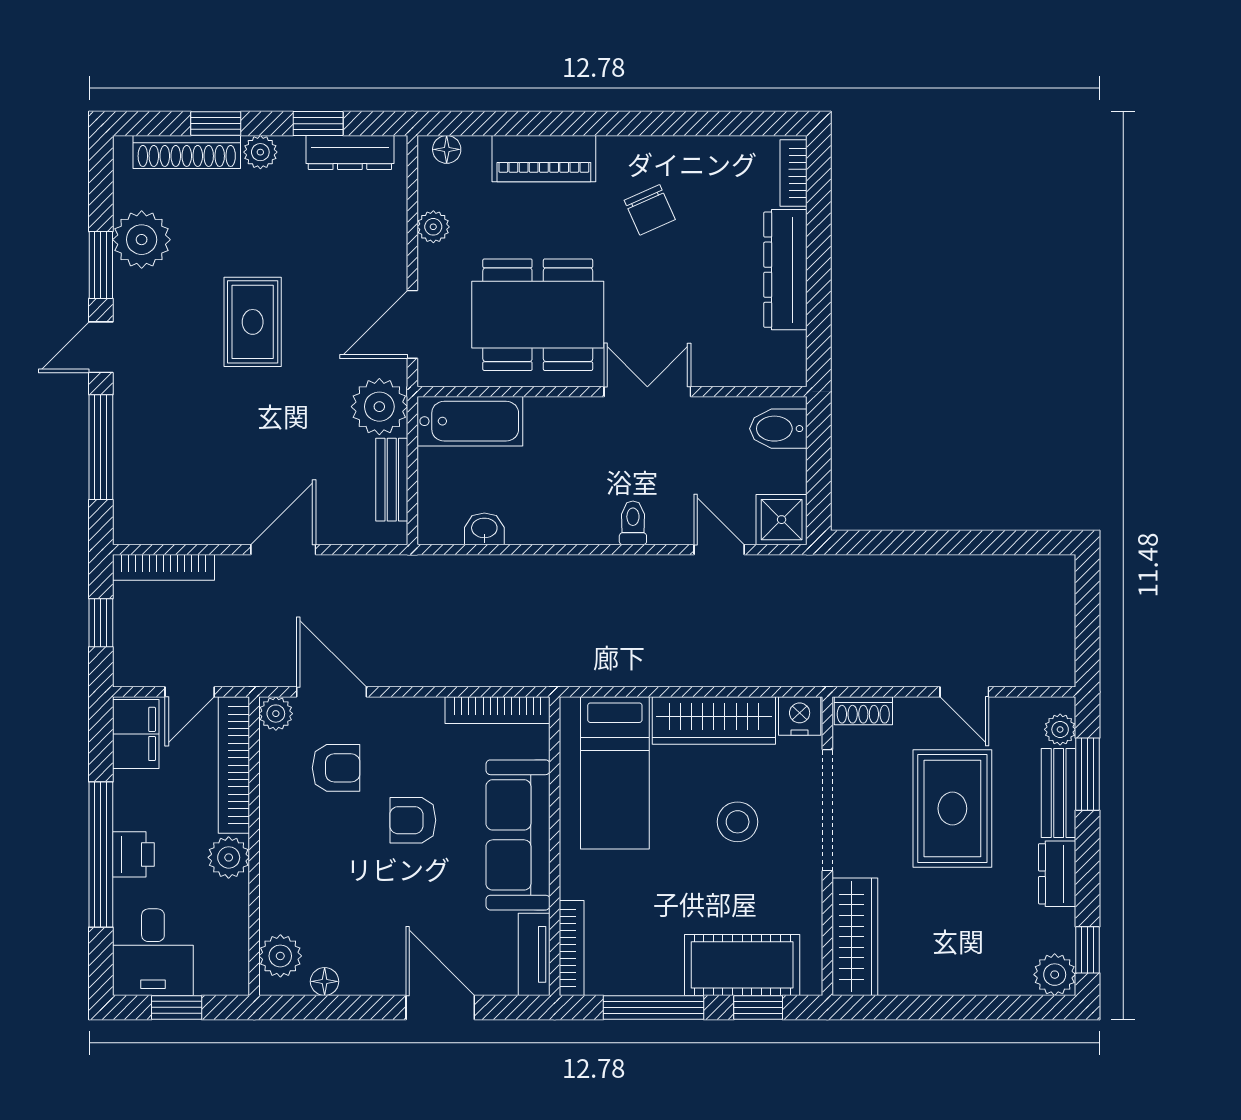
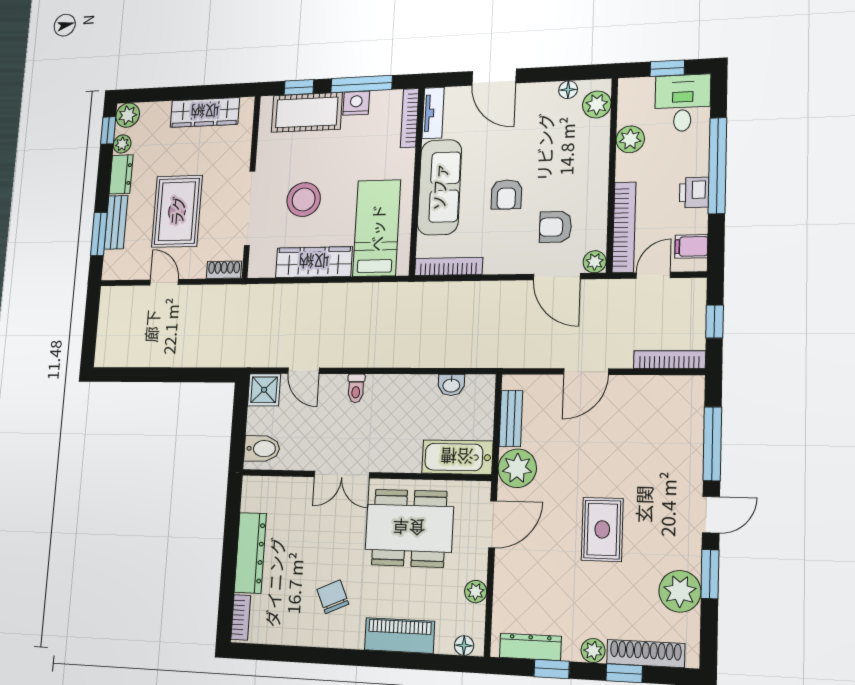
nightstand: (800, 716) -> (356, 103), moved, turned 180
plant: (1060, 729) -> (122, 144), moved
filing cabinet: (136, 734) -> (691, 246), width x0.50
armchair: (413, 820) -> (506, 194), turned 90
stool: (738, 822) -> (304, 200), width x1.38, depth x1.38
printer: (133, 854) -> (694, 192), moved
plant: (229, 857) -> (630, 139), moved
wardrobe: (855, 937) -> (205, 112), moved, turned -90

